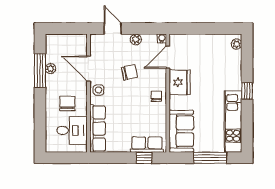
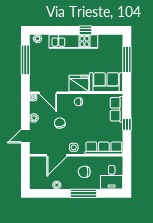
window: (210, 29) -> (25, 60), added
window: (40, 70) -> (84, 193), moved
fridge: (180, 82) -> (79, 83), moved
window: (247, 91) -> (85, 30), moved
kitchen unit: (233, 122) -> (73, 41), moved
desk: (72, 130) -> (112, 177), moved, turned 180
window: (144, 158) -> (127, 124), moved

